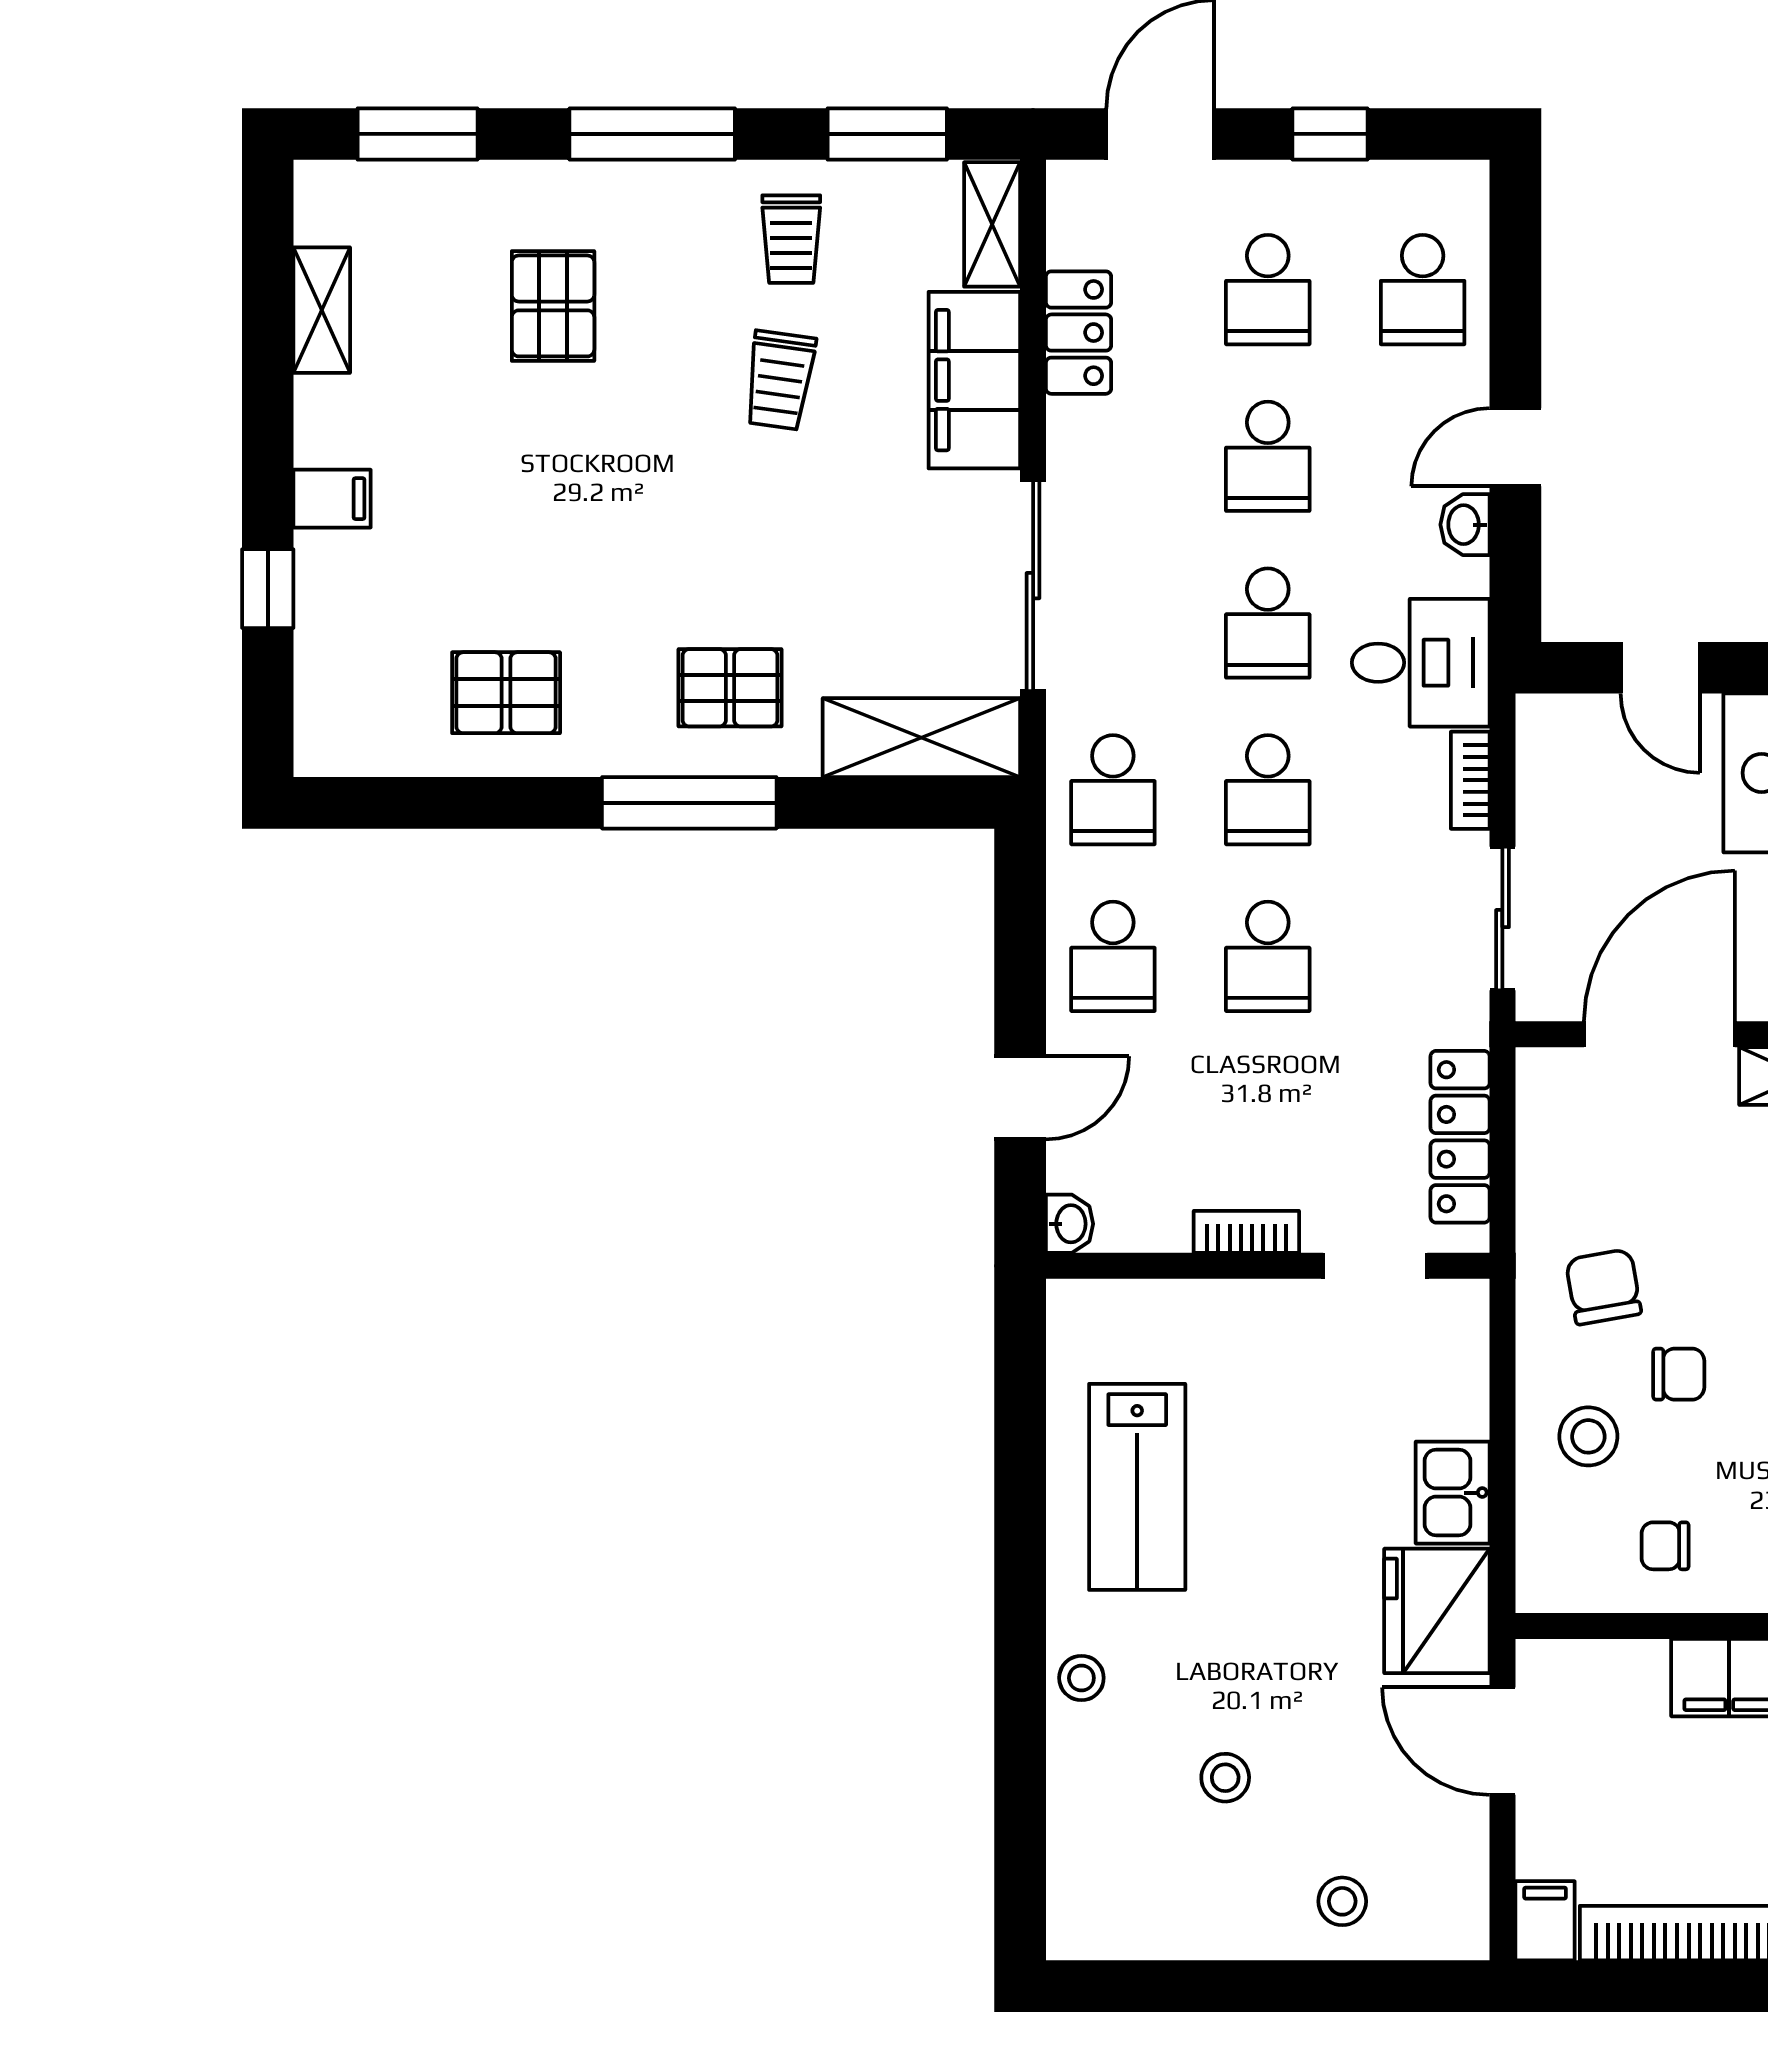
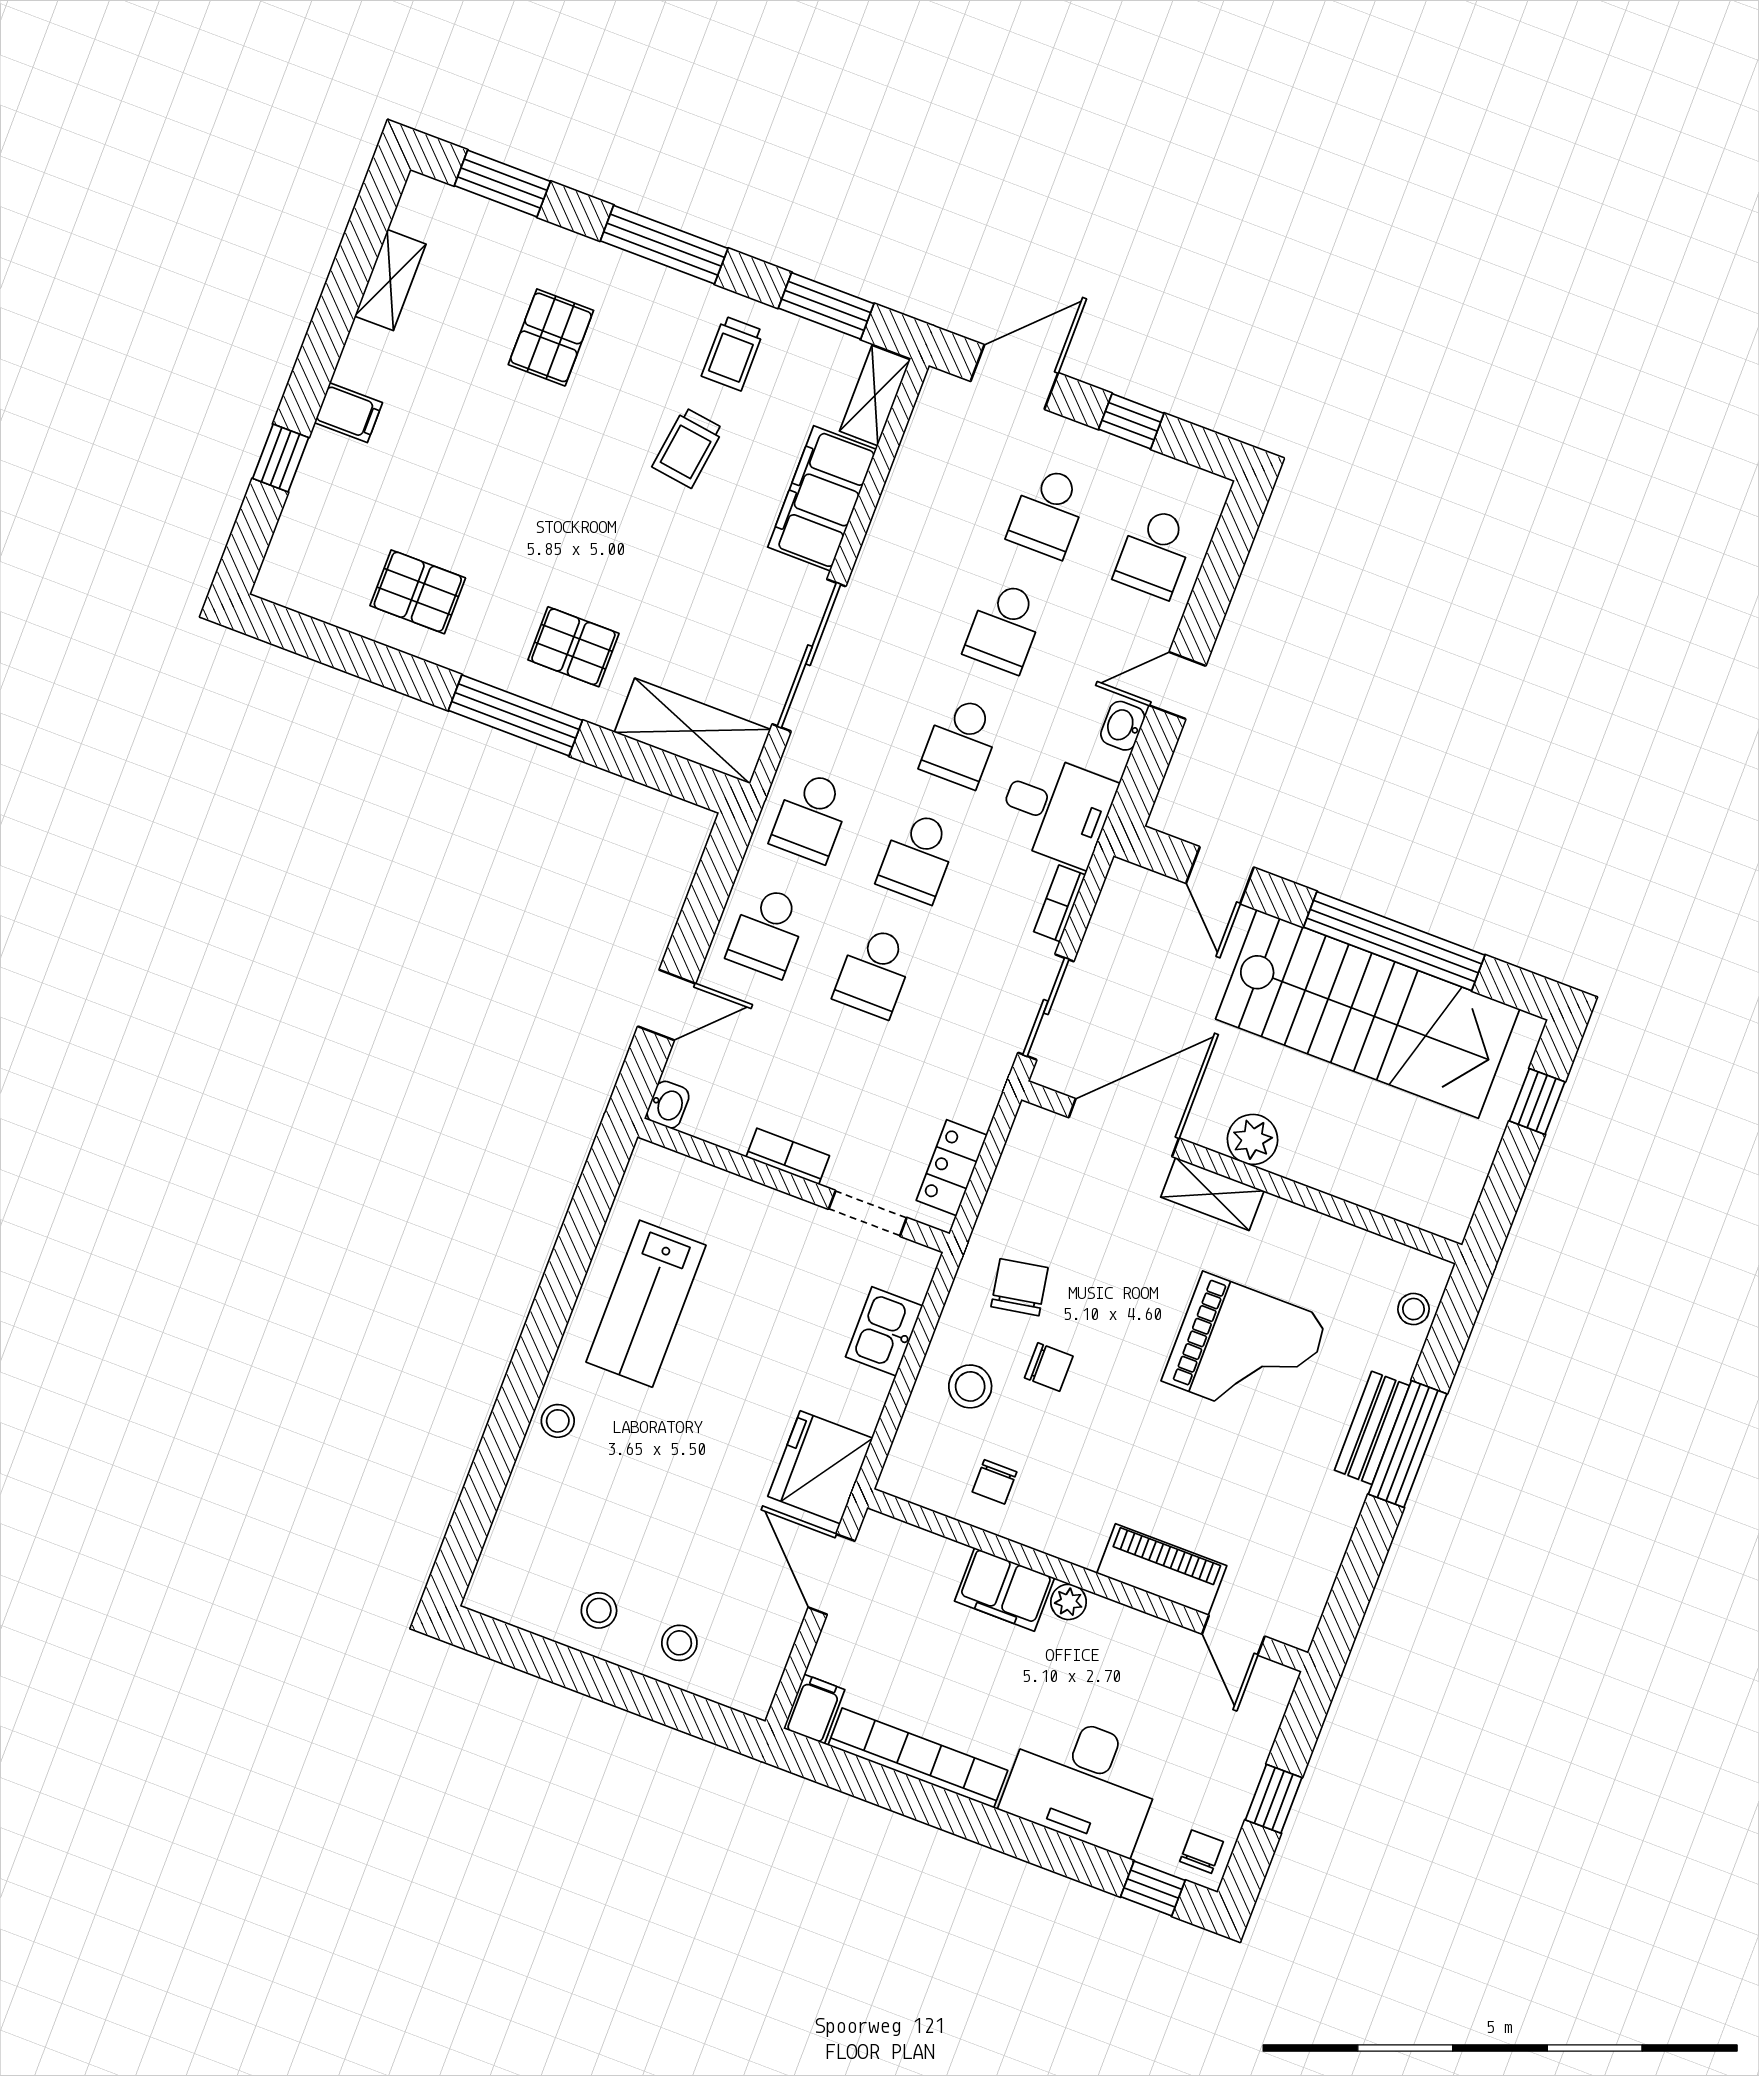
locker: (1079, 333) -> (906, 493), removed
locker: (1460, 1137) -> (952, 1168), width x0.66
kitchen sink: (1453, 1493) -> (884, 1331), moved
chair: (1665, 1546) -> (995, 1482), turned -90
stool: (1225, 1778) -> (599, 1610), moved

